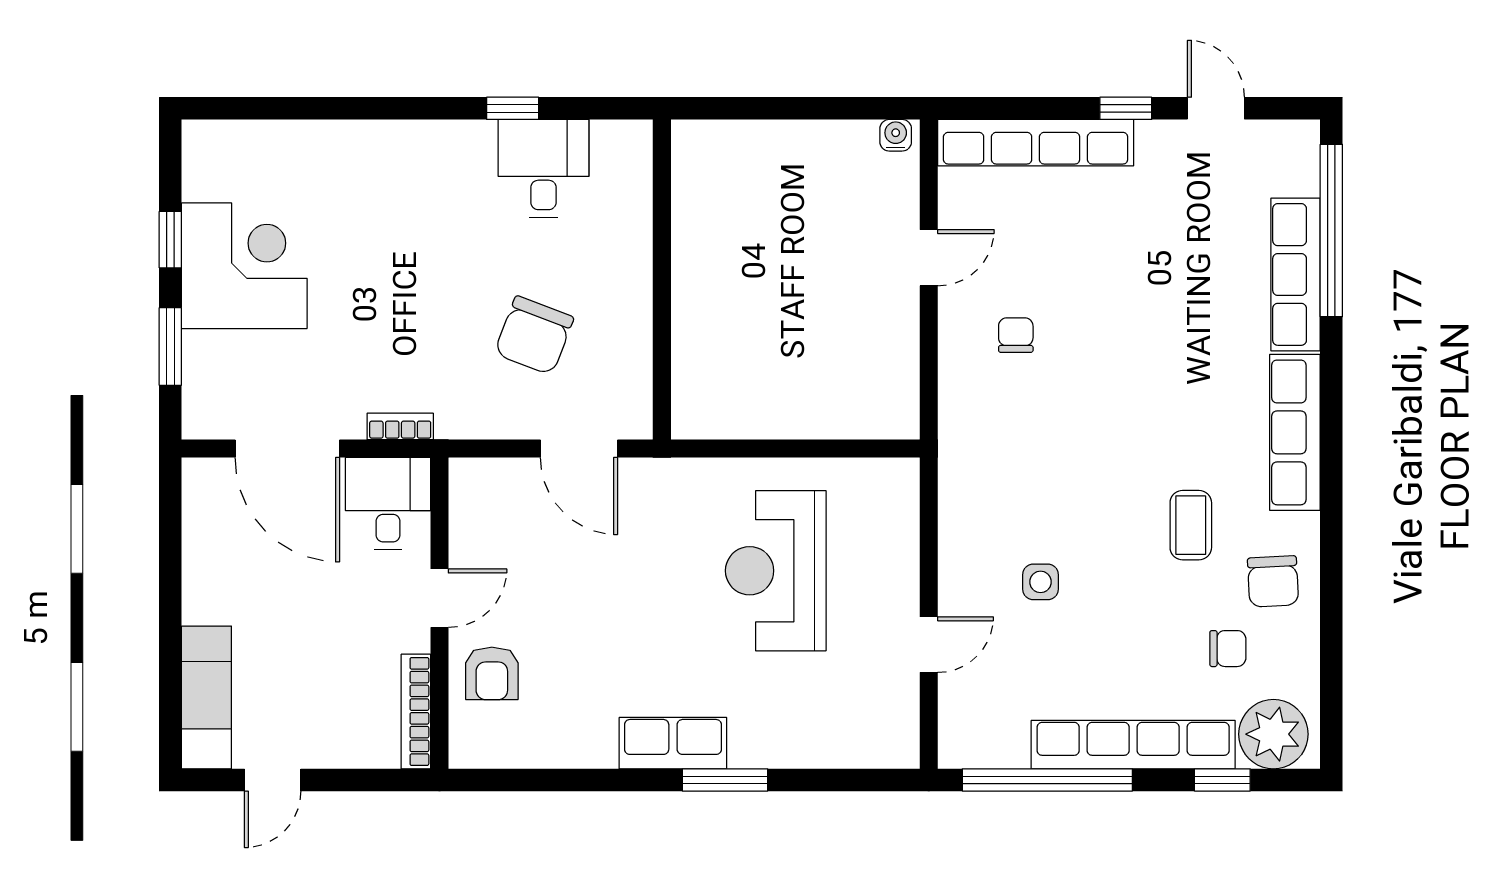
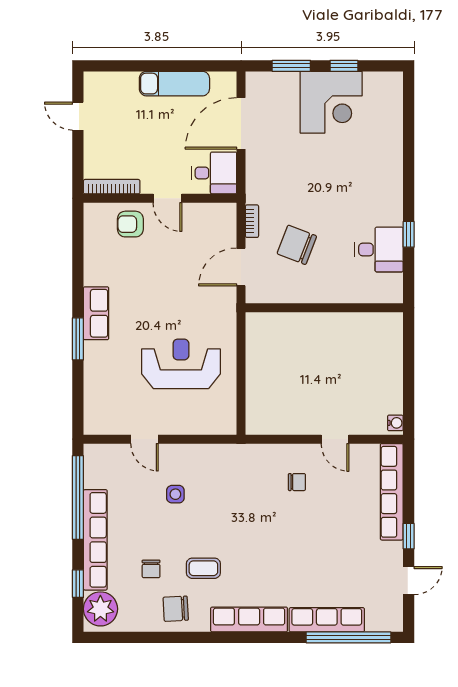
bookcase: (400, 426) -> (252, 221), moved
chair: (1228, 649) -> (151, 569), moved
exam couch: (206, 697) -> (174, 84), moved

